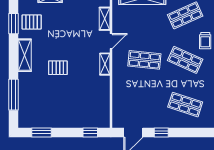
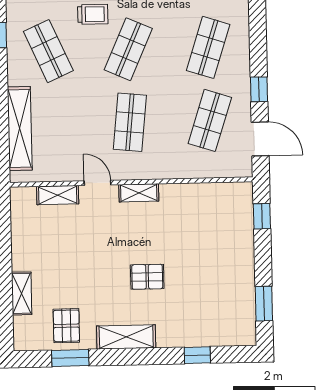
pallet: (58, 68) -> (147, 277), turned 90
window: (13, 95) -> (197, 355), width x0.46
shop shelf: (144, 105) -> (210, 120), added

